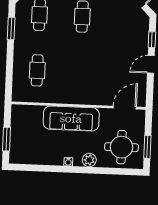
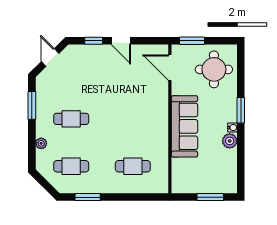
window: (147, 147) -> (192, 41), moved
plant: (89, 160) -> (230, 141), moved
window: (84, 170) -> (241, 110), added

